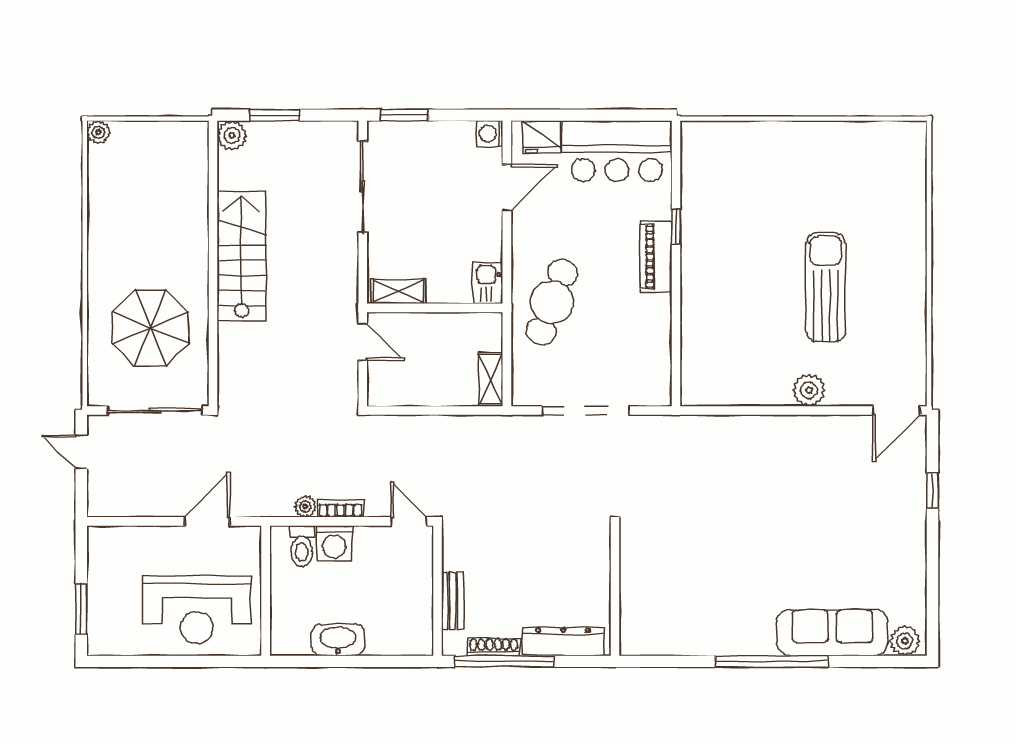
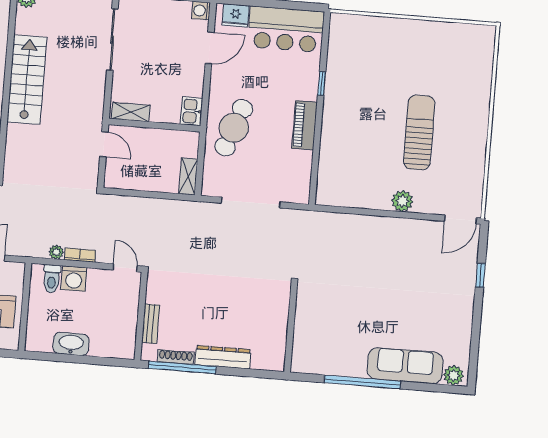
piano: (656, 257) -> (305, 125), moved
wall: (615, 591) -> (291, 328), moved

